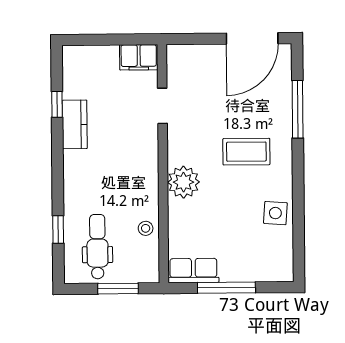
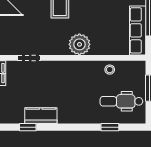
row of seats: (193, 270) -> (138, 30), width x1.48

